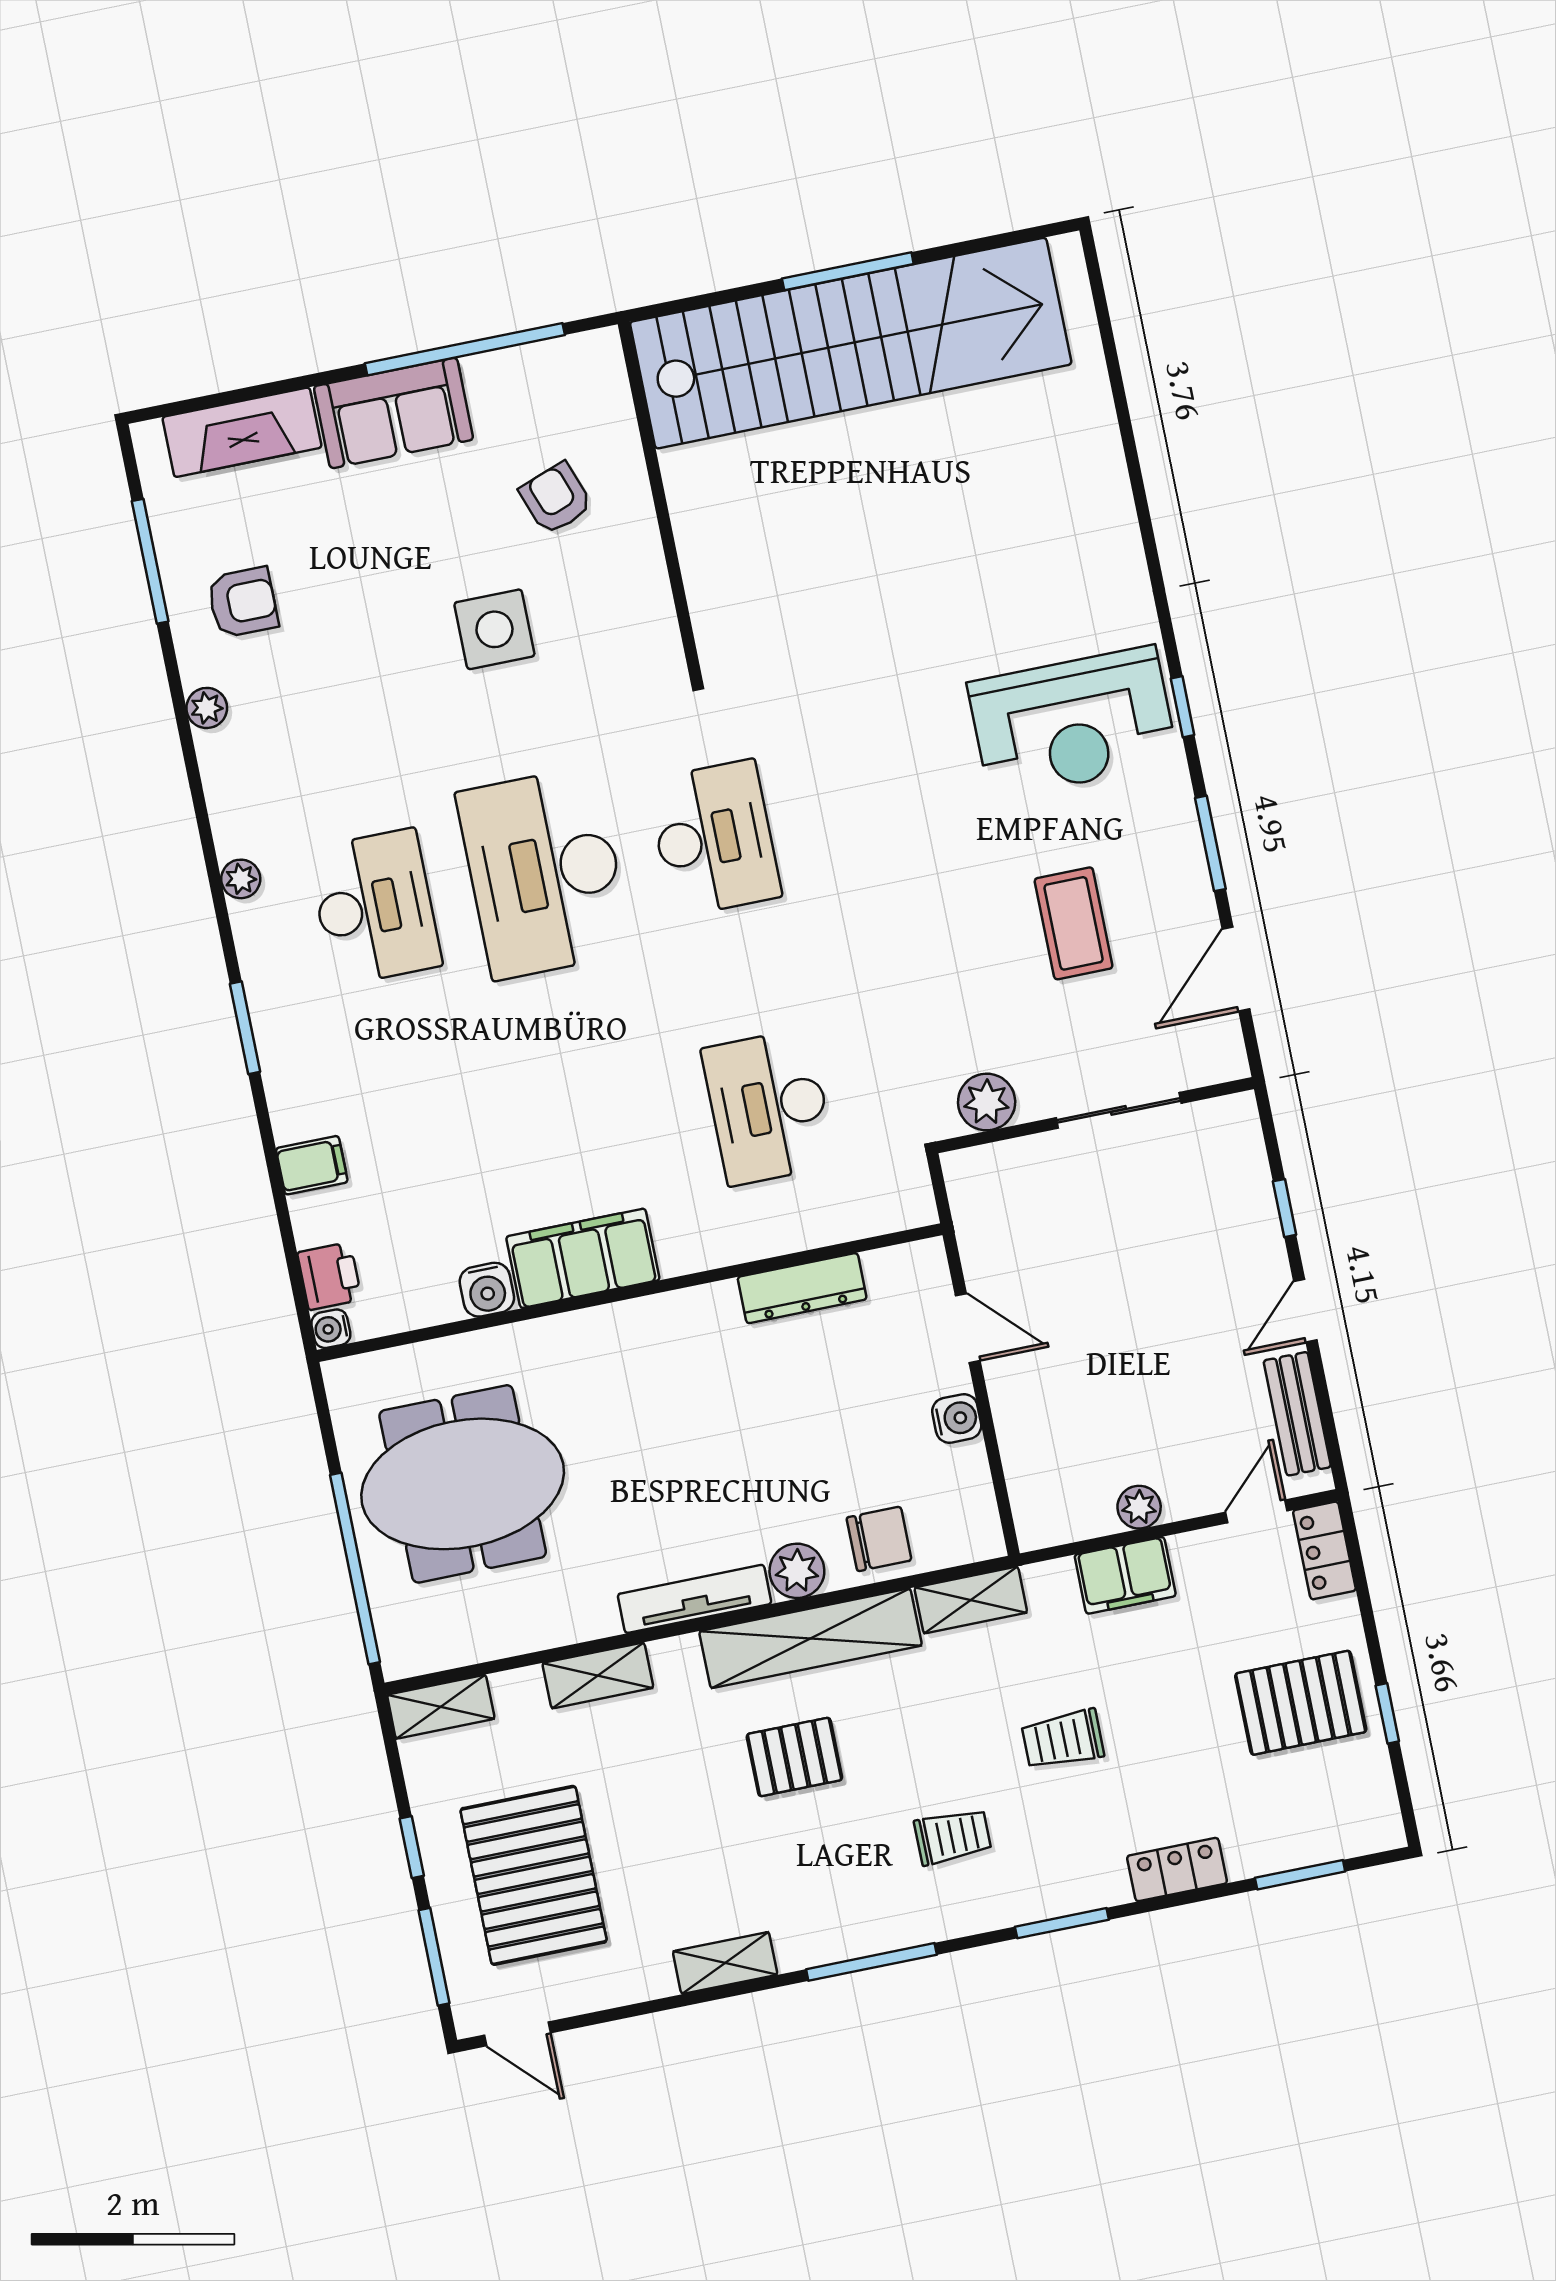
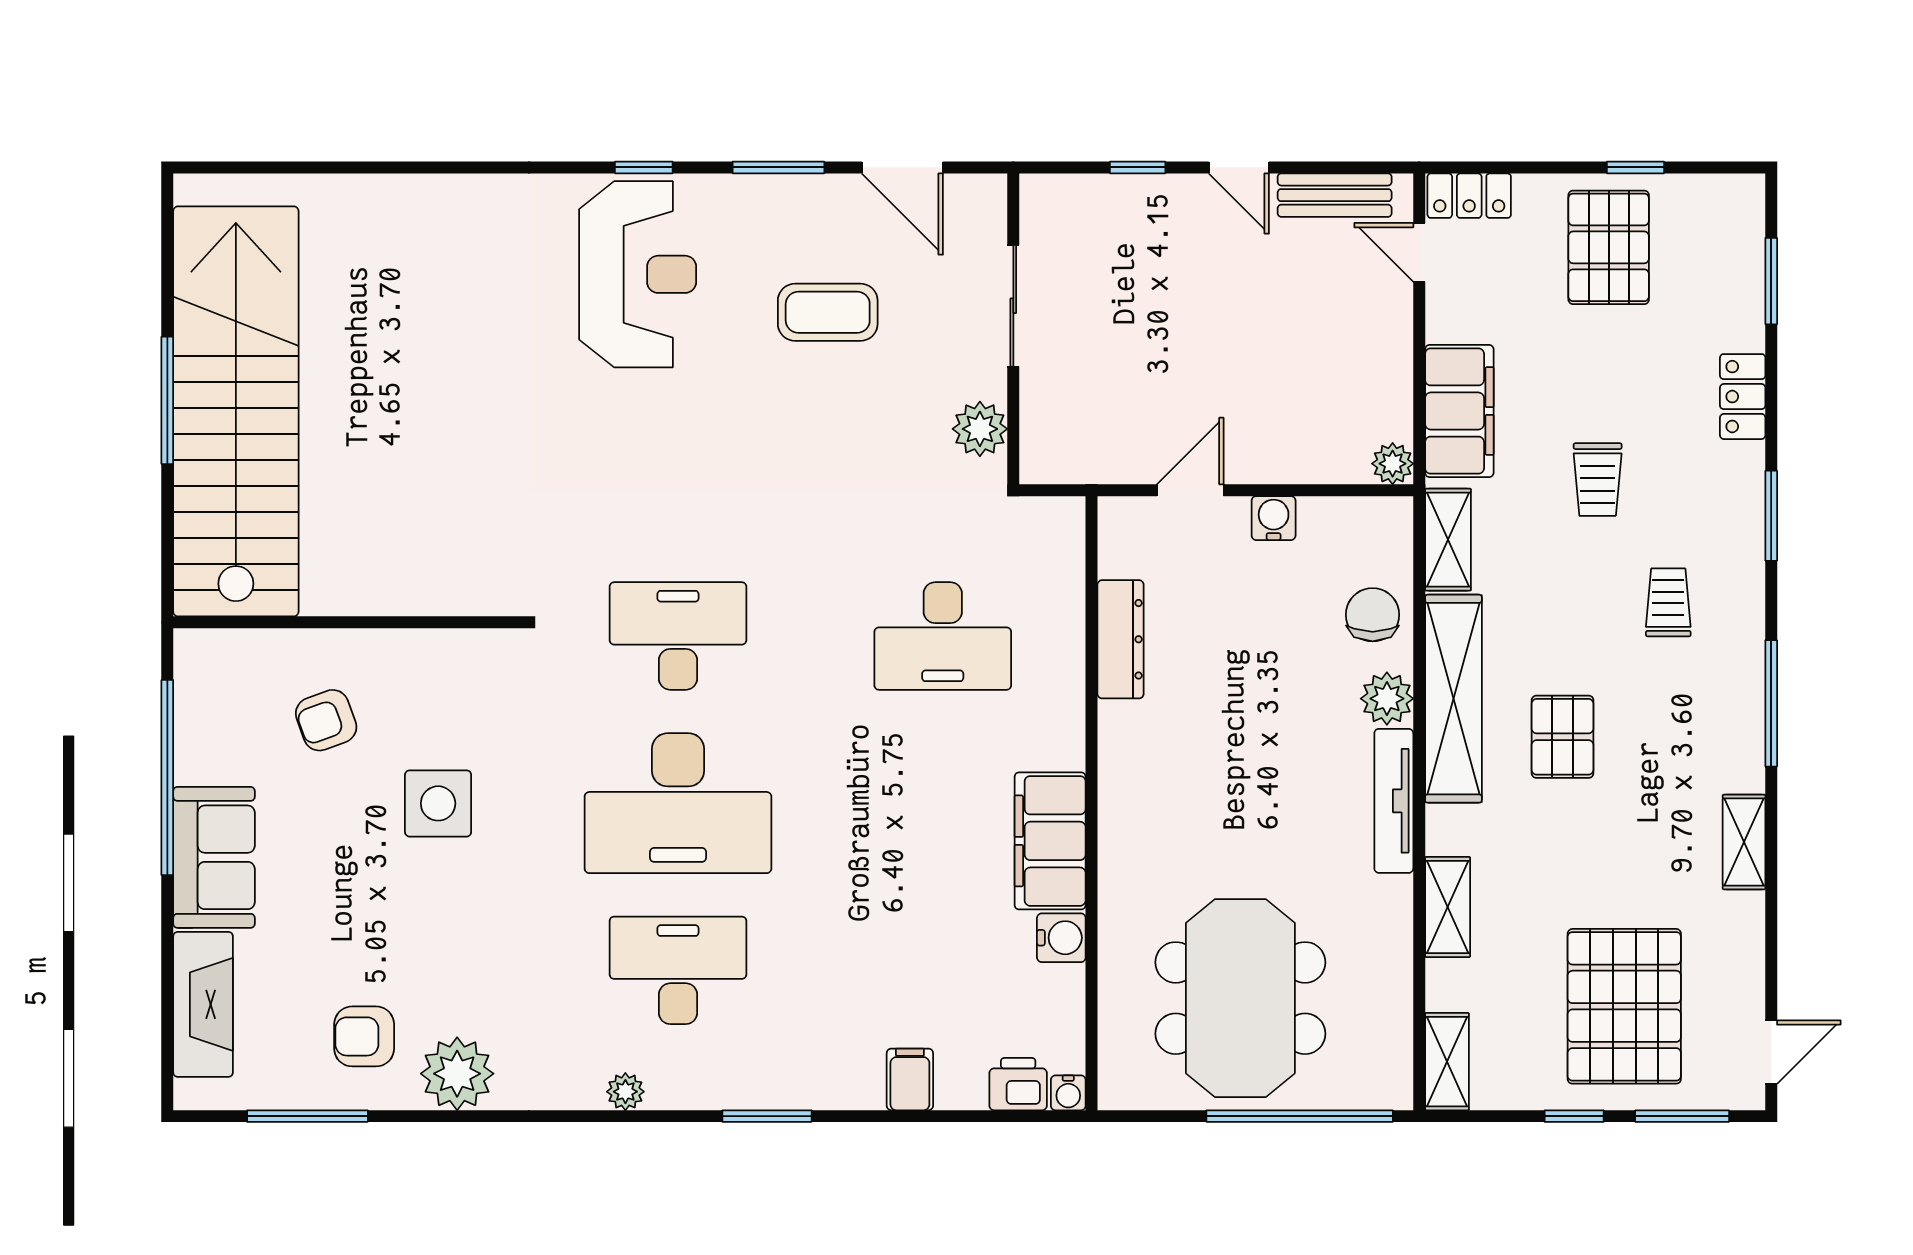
armchair: (243, 602) -> (364, 1036), turned -90
plant: (207, 708) -> (457, 1074), width x1.88, depth x1.88
plant: (1139, 1507) -> (1393, 464), moved
filing cabinet: (1125, 1575) -> (1459, 411), width x1.50, depth x1.17
pallet: (534, 1875) -> (1624, 1006), turned 90

